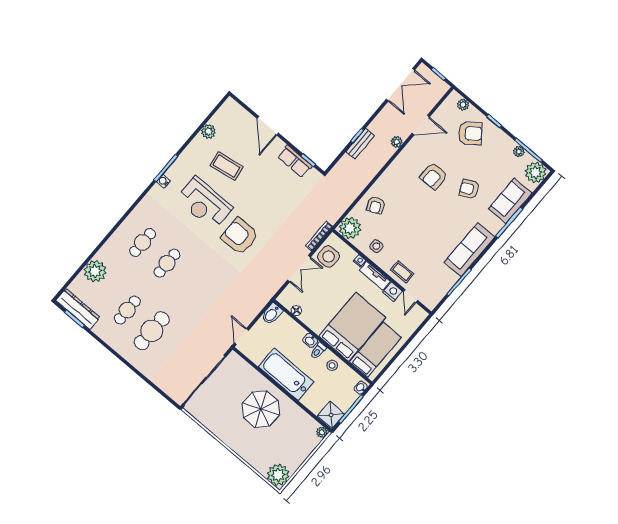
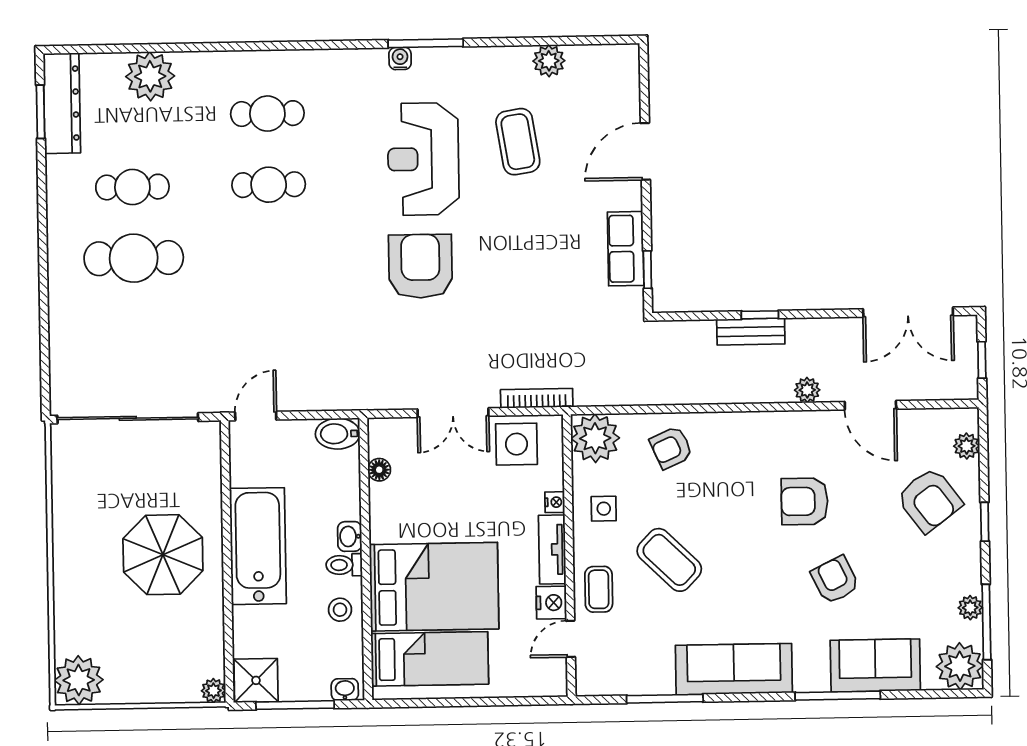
coffee table: (413, 239) -> (669, 560), added

